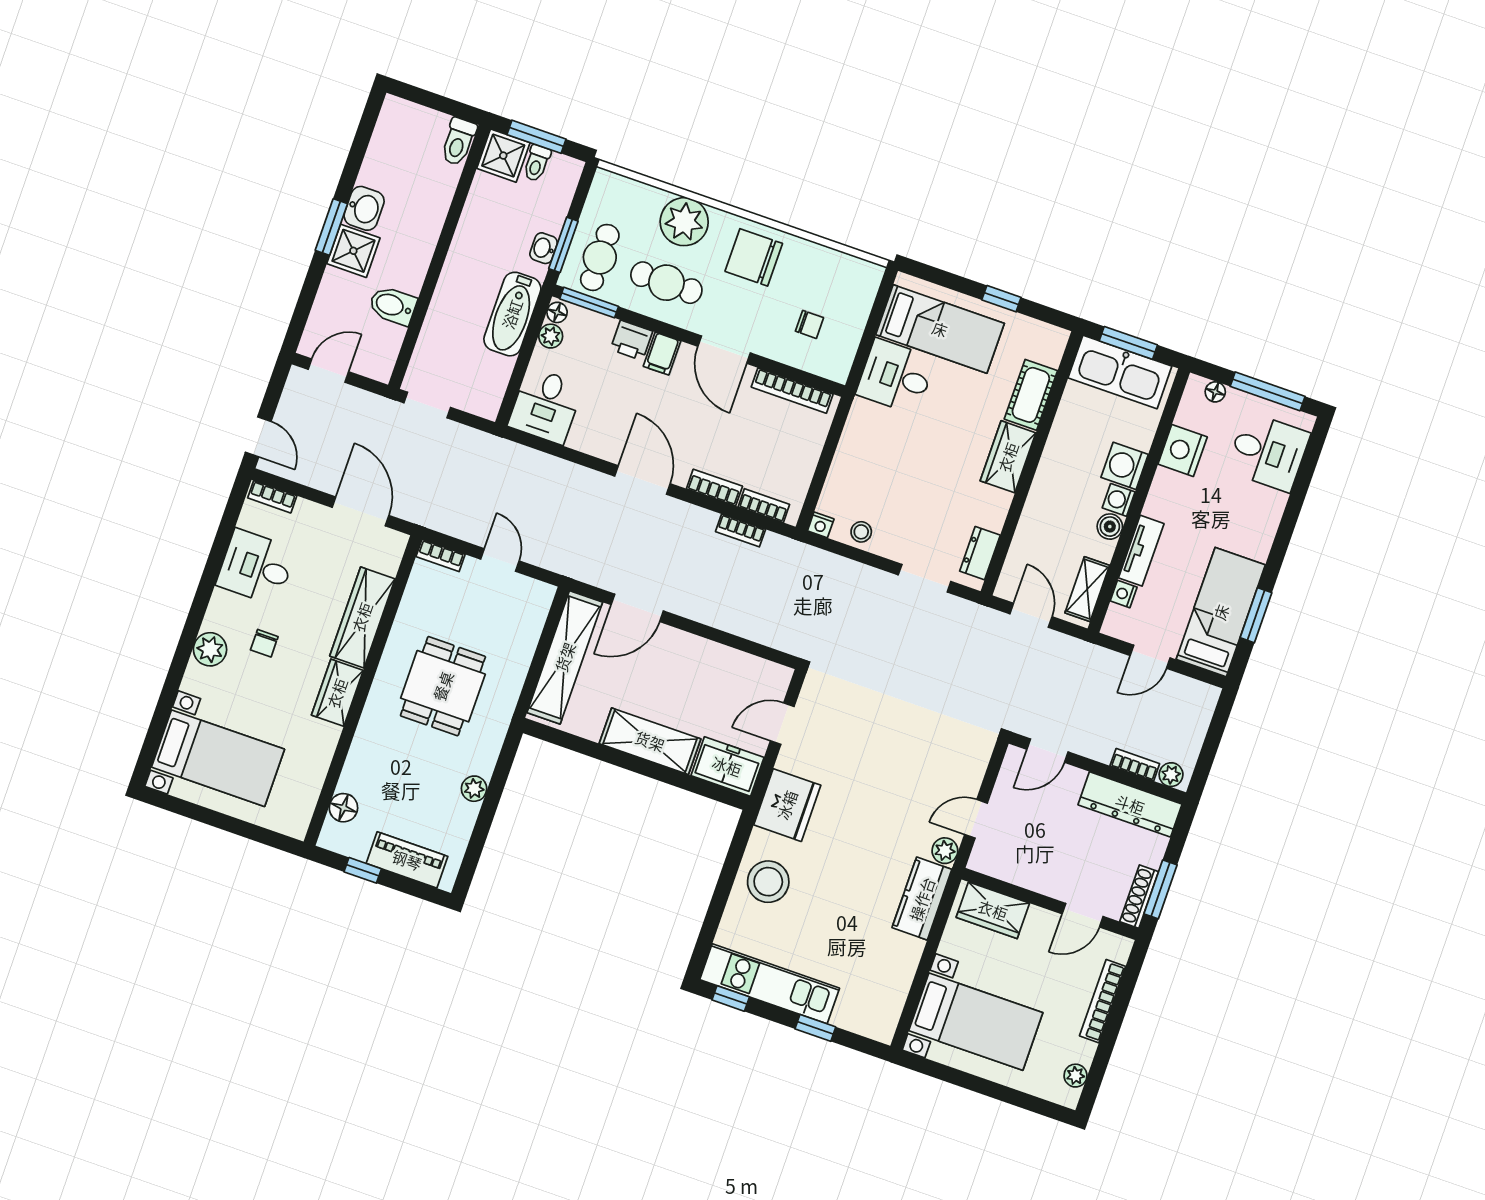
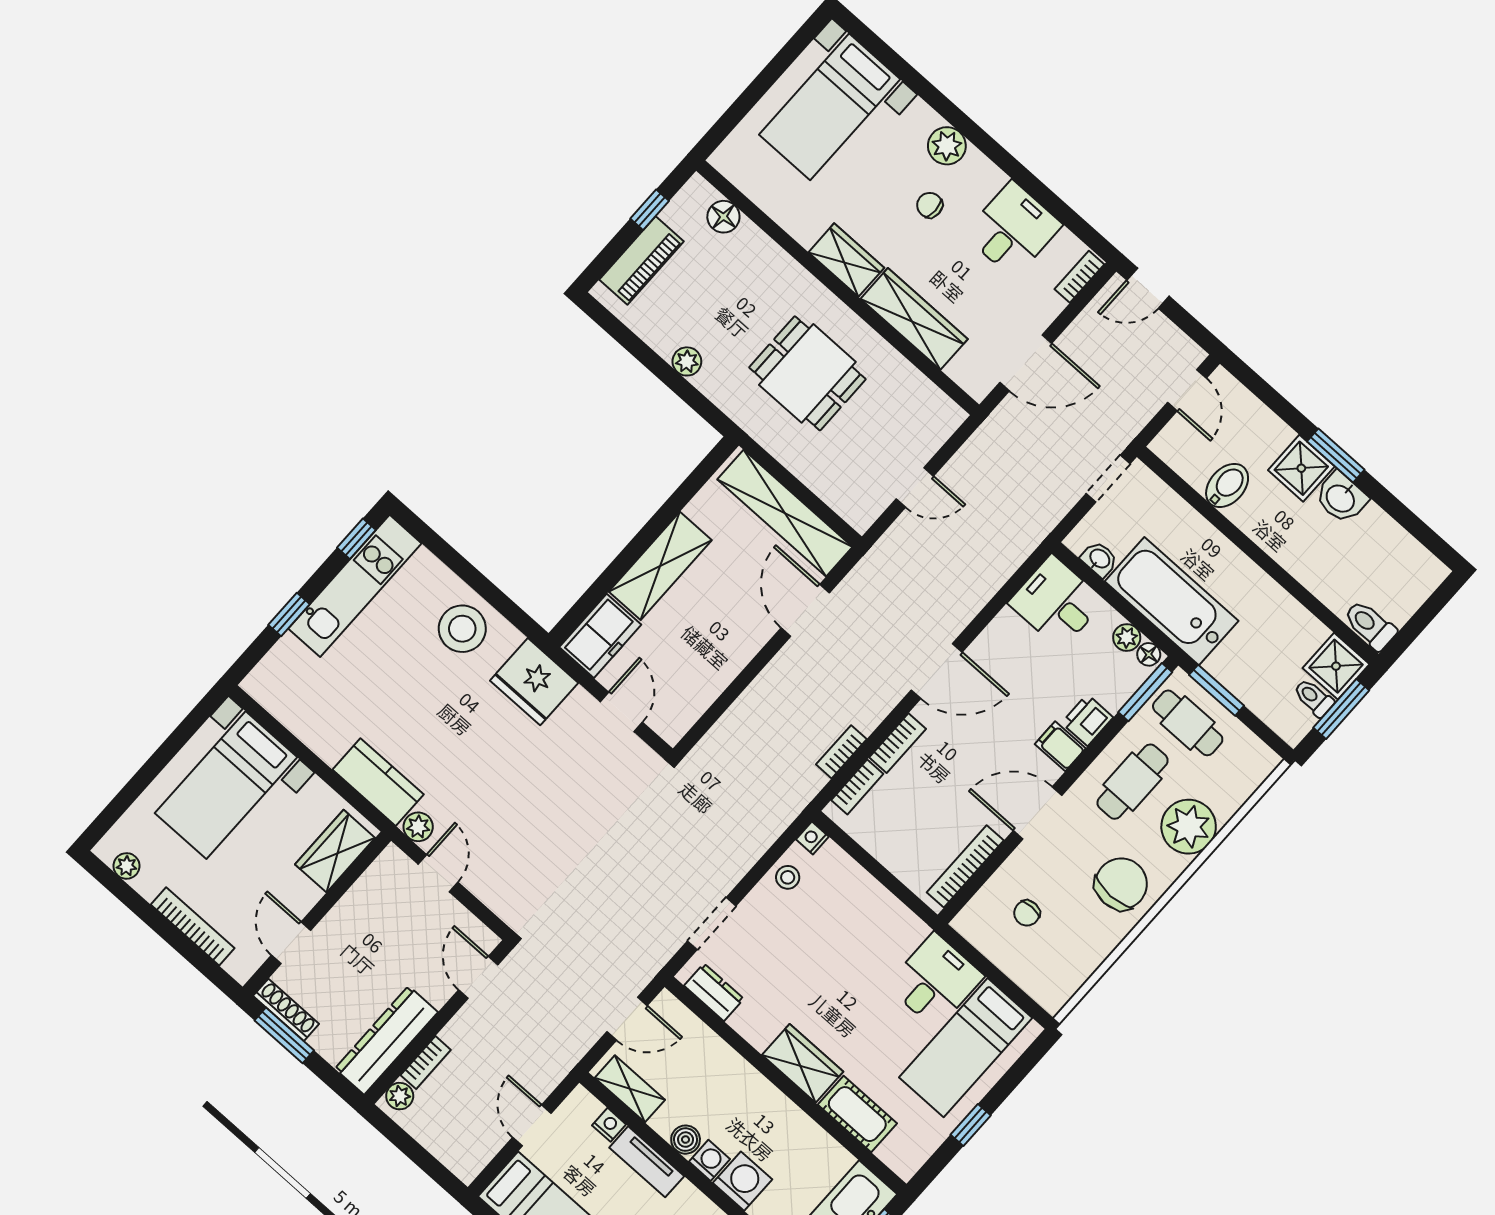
washbasin: (544, 248) -> (1099, 559), moved
bathtub: (512, 314) -> (1172, 601), width x1.36, depth x1.36
bookcase: (441, 555) -> (945, 427), removed

